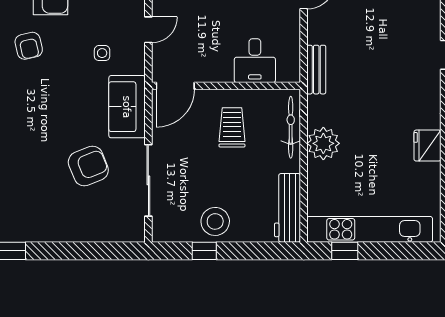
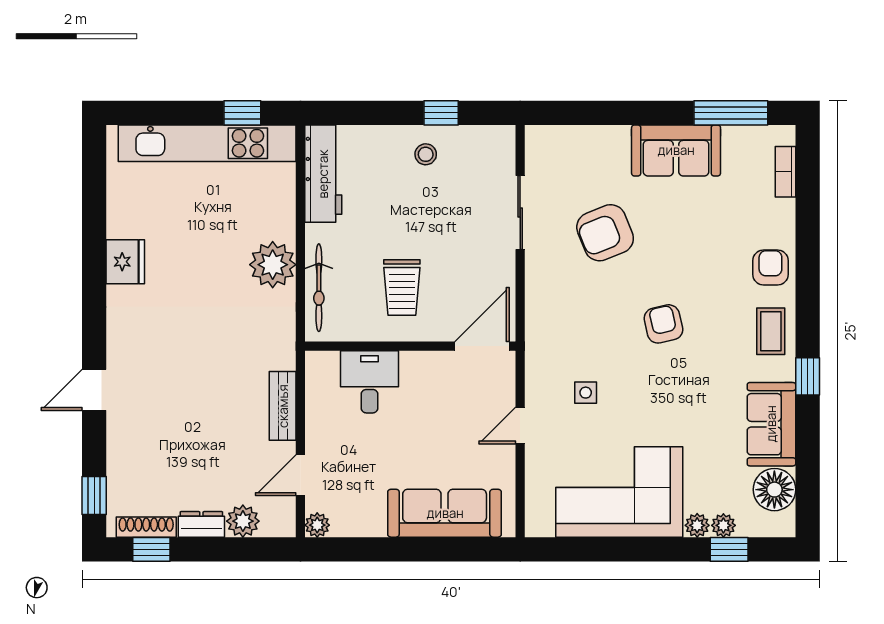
armchair: (29, 46) -> (663, 324), moved
bench: (316, 70) -> (283, 406), moved
sofa: (127, 107) -> (676, 150), moved, turned 90
sliding door: (148, 180) -> (520, 212), width x0.73
stool: (215, 221) -> (426, 154), width x0.53, depth x0.53

